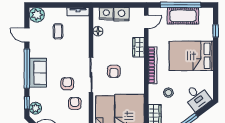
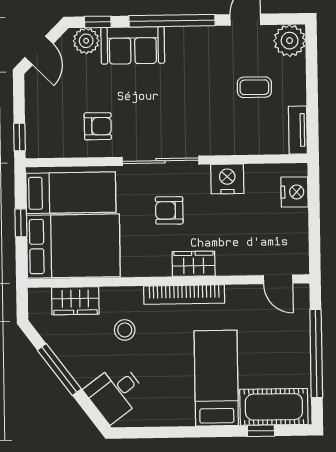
nightstand: (122, 14) -> (227, 179), moved, turned -90
cot: (183, 16) -> (274, 407), moved, turned 90
floor lamp: (98, 31) -> (256, 174), removed
wardrobe: (139, 47) -> (194, 264), moved
bed: (191, 56) -> (216, 378), width x0.67
sofa: (38, 73) -> (133, 45), moved
armchair: (67, 84) -> (141, 109), removed

